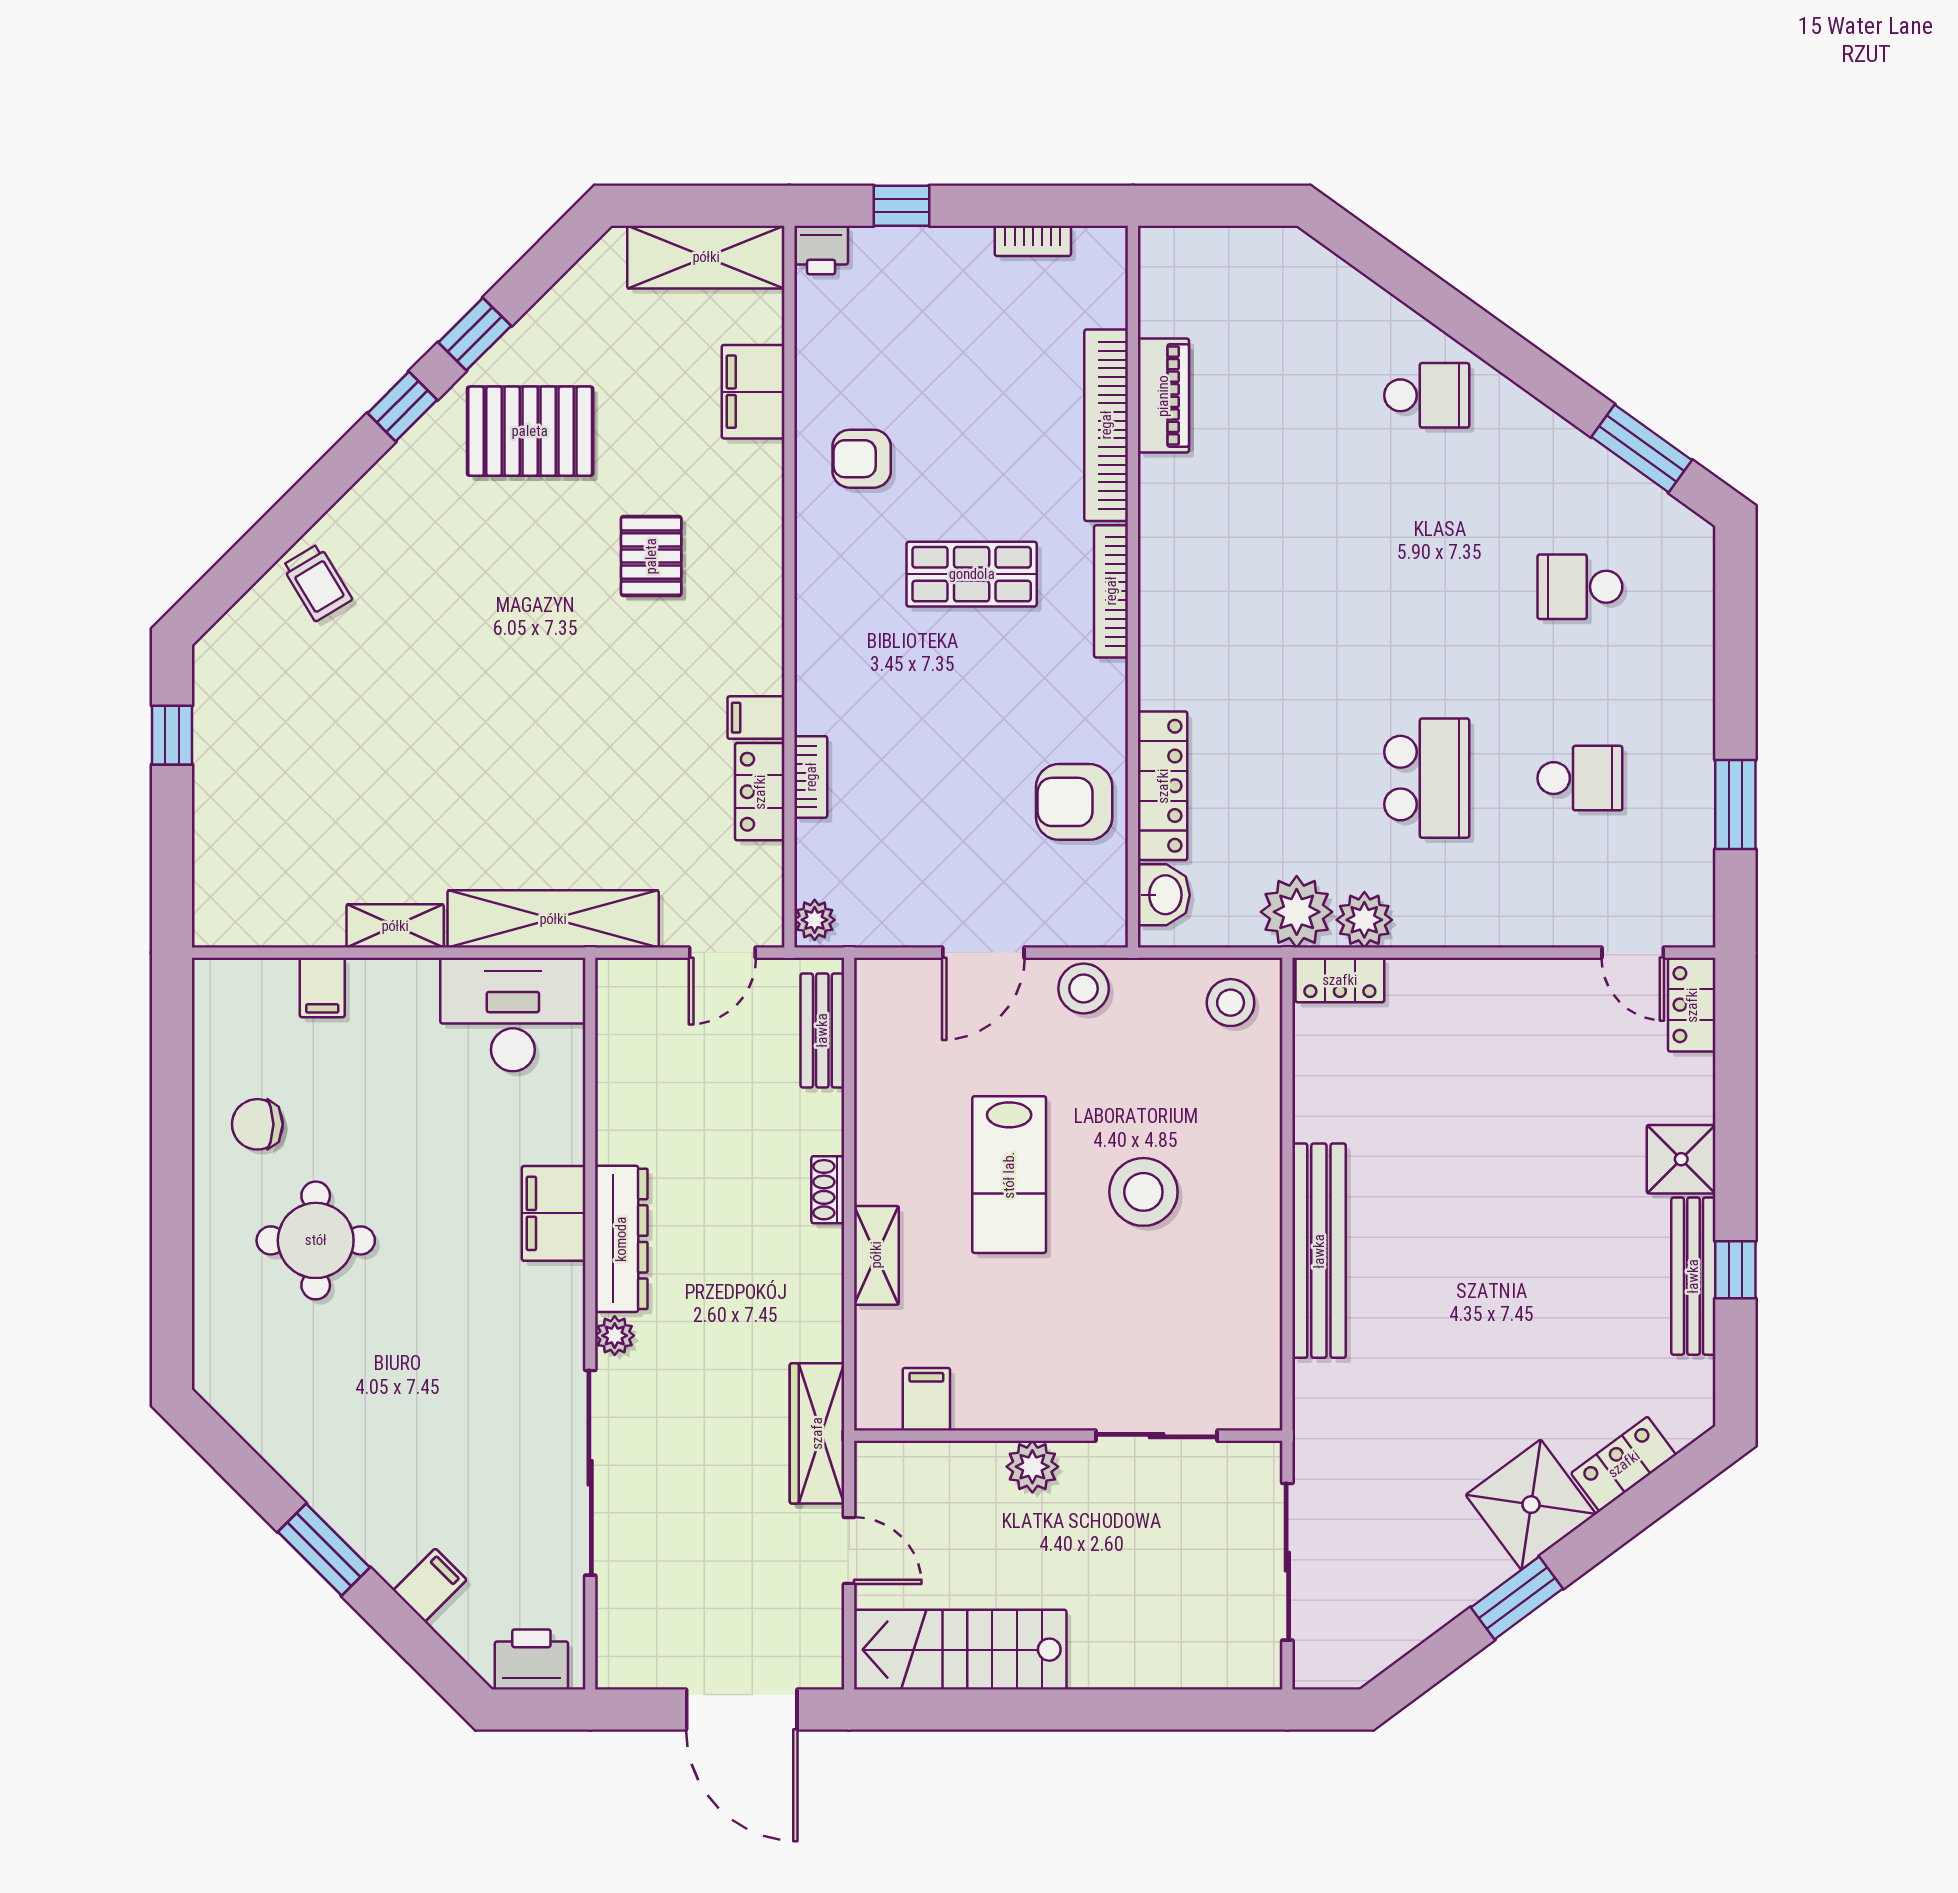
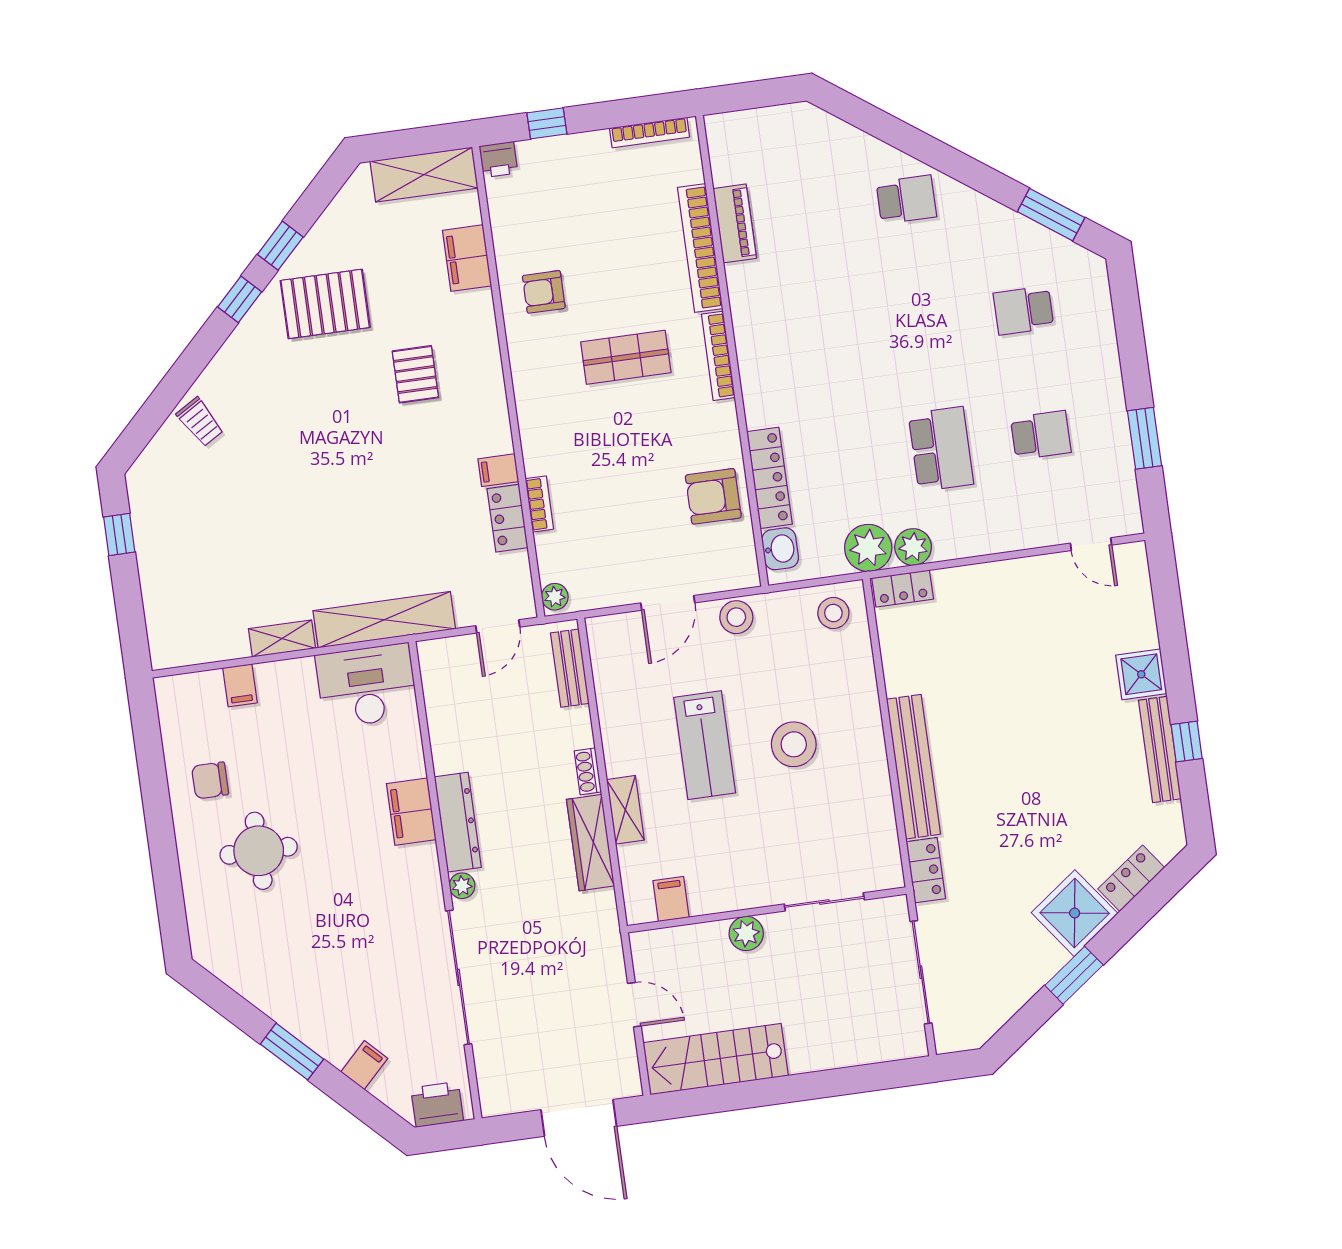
bookcase: (1033, 241) -> (650, 133), width x1.56
locker: (1692, 1005) -> (926, 870), moved, turned 180
wardrobe: (817, 1433) -> (591, 843), moved

